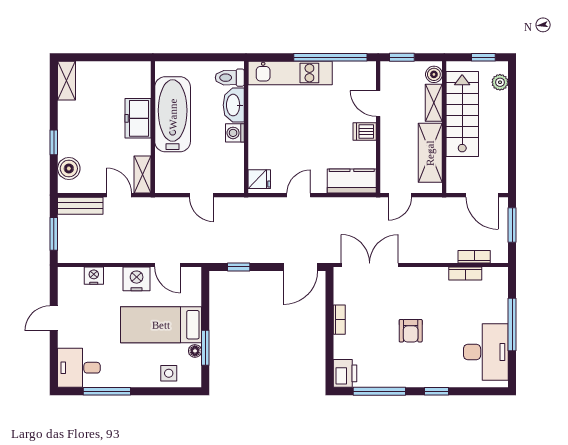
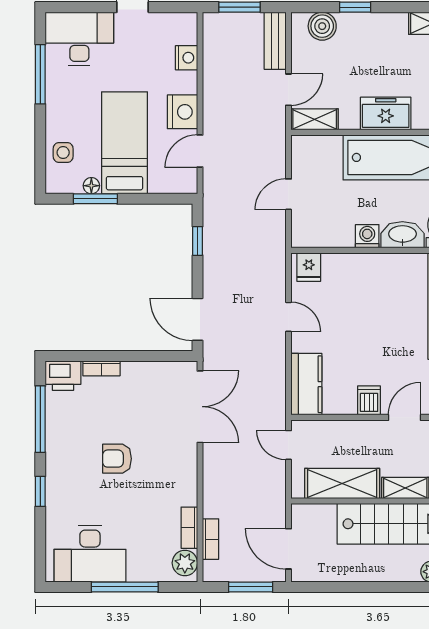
door: (482, 195) -> (288, 549), hinge flipped
plant: (493, 277) -> (185, 563), added
bookcase: (339, 320) -> (101, 368), moved
desk: (79, 368) -> (79, 39), width x1.37

